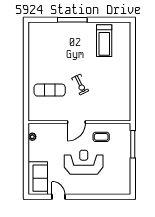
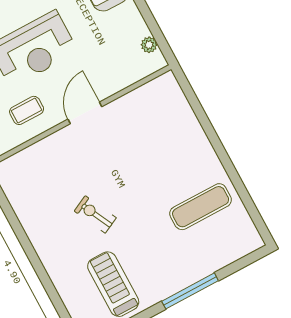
exercise bike: (80, 85) -> (95, 214), moved
exercise mat: (50, 90) -> (201, 207), moved

